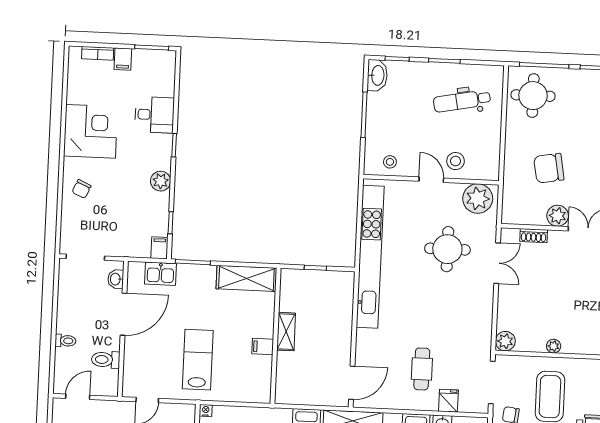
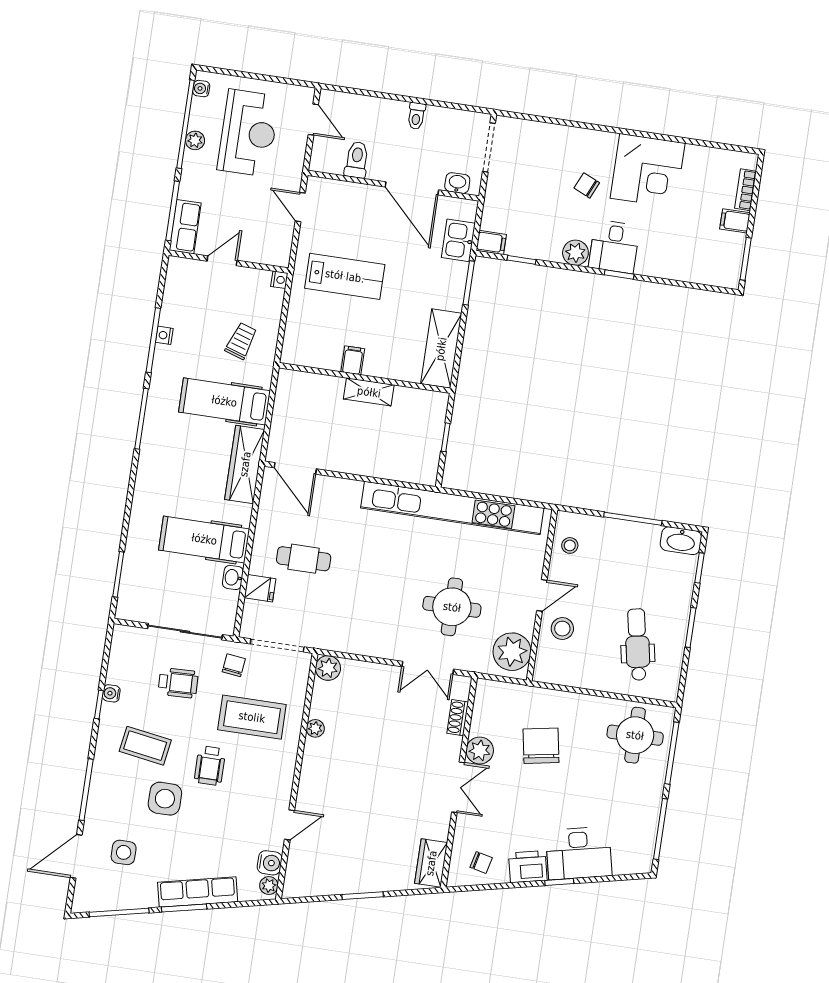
desk: (154, 115) -> (614, 247), moved
chair: (82, 189) -> (587, 185), moved
toilet: (65, 341) -> (416, 116), moved

